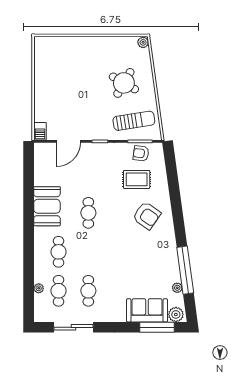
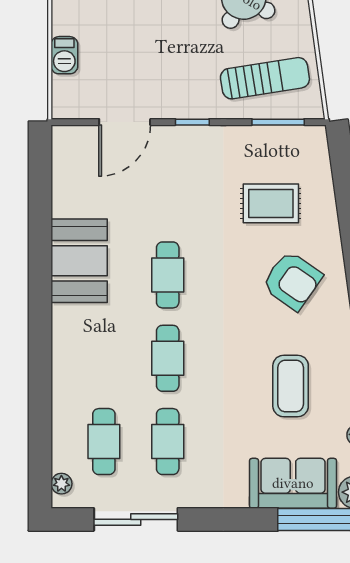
barbecue: (40, 131) -> (64, 55), moved
armchair: (141, 153) -> (280, 148), removed
cafe table: (59, 252) -> (168, 358), moved
coffee table: (146, 265) -> (291, 386), added
plant: (39, 288) -> (61, 484), moved

